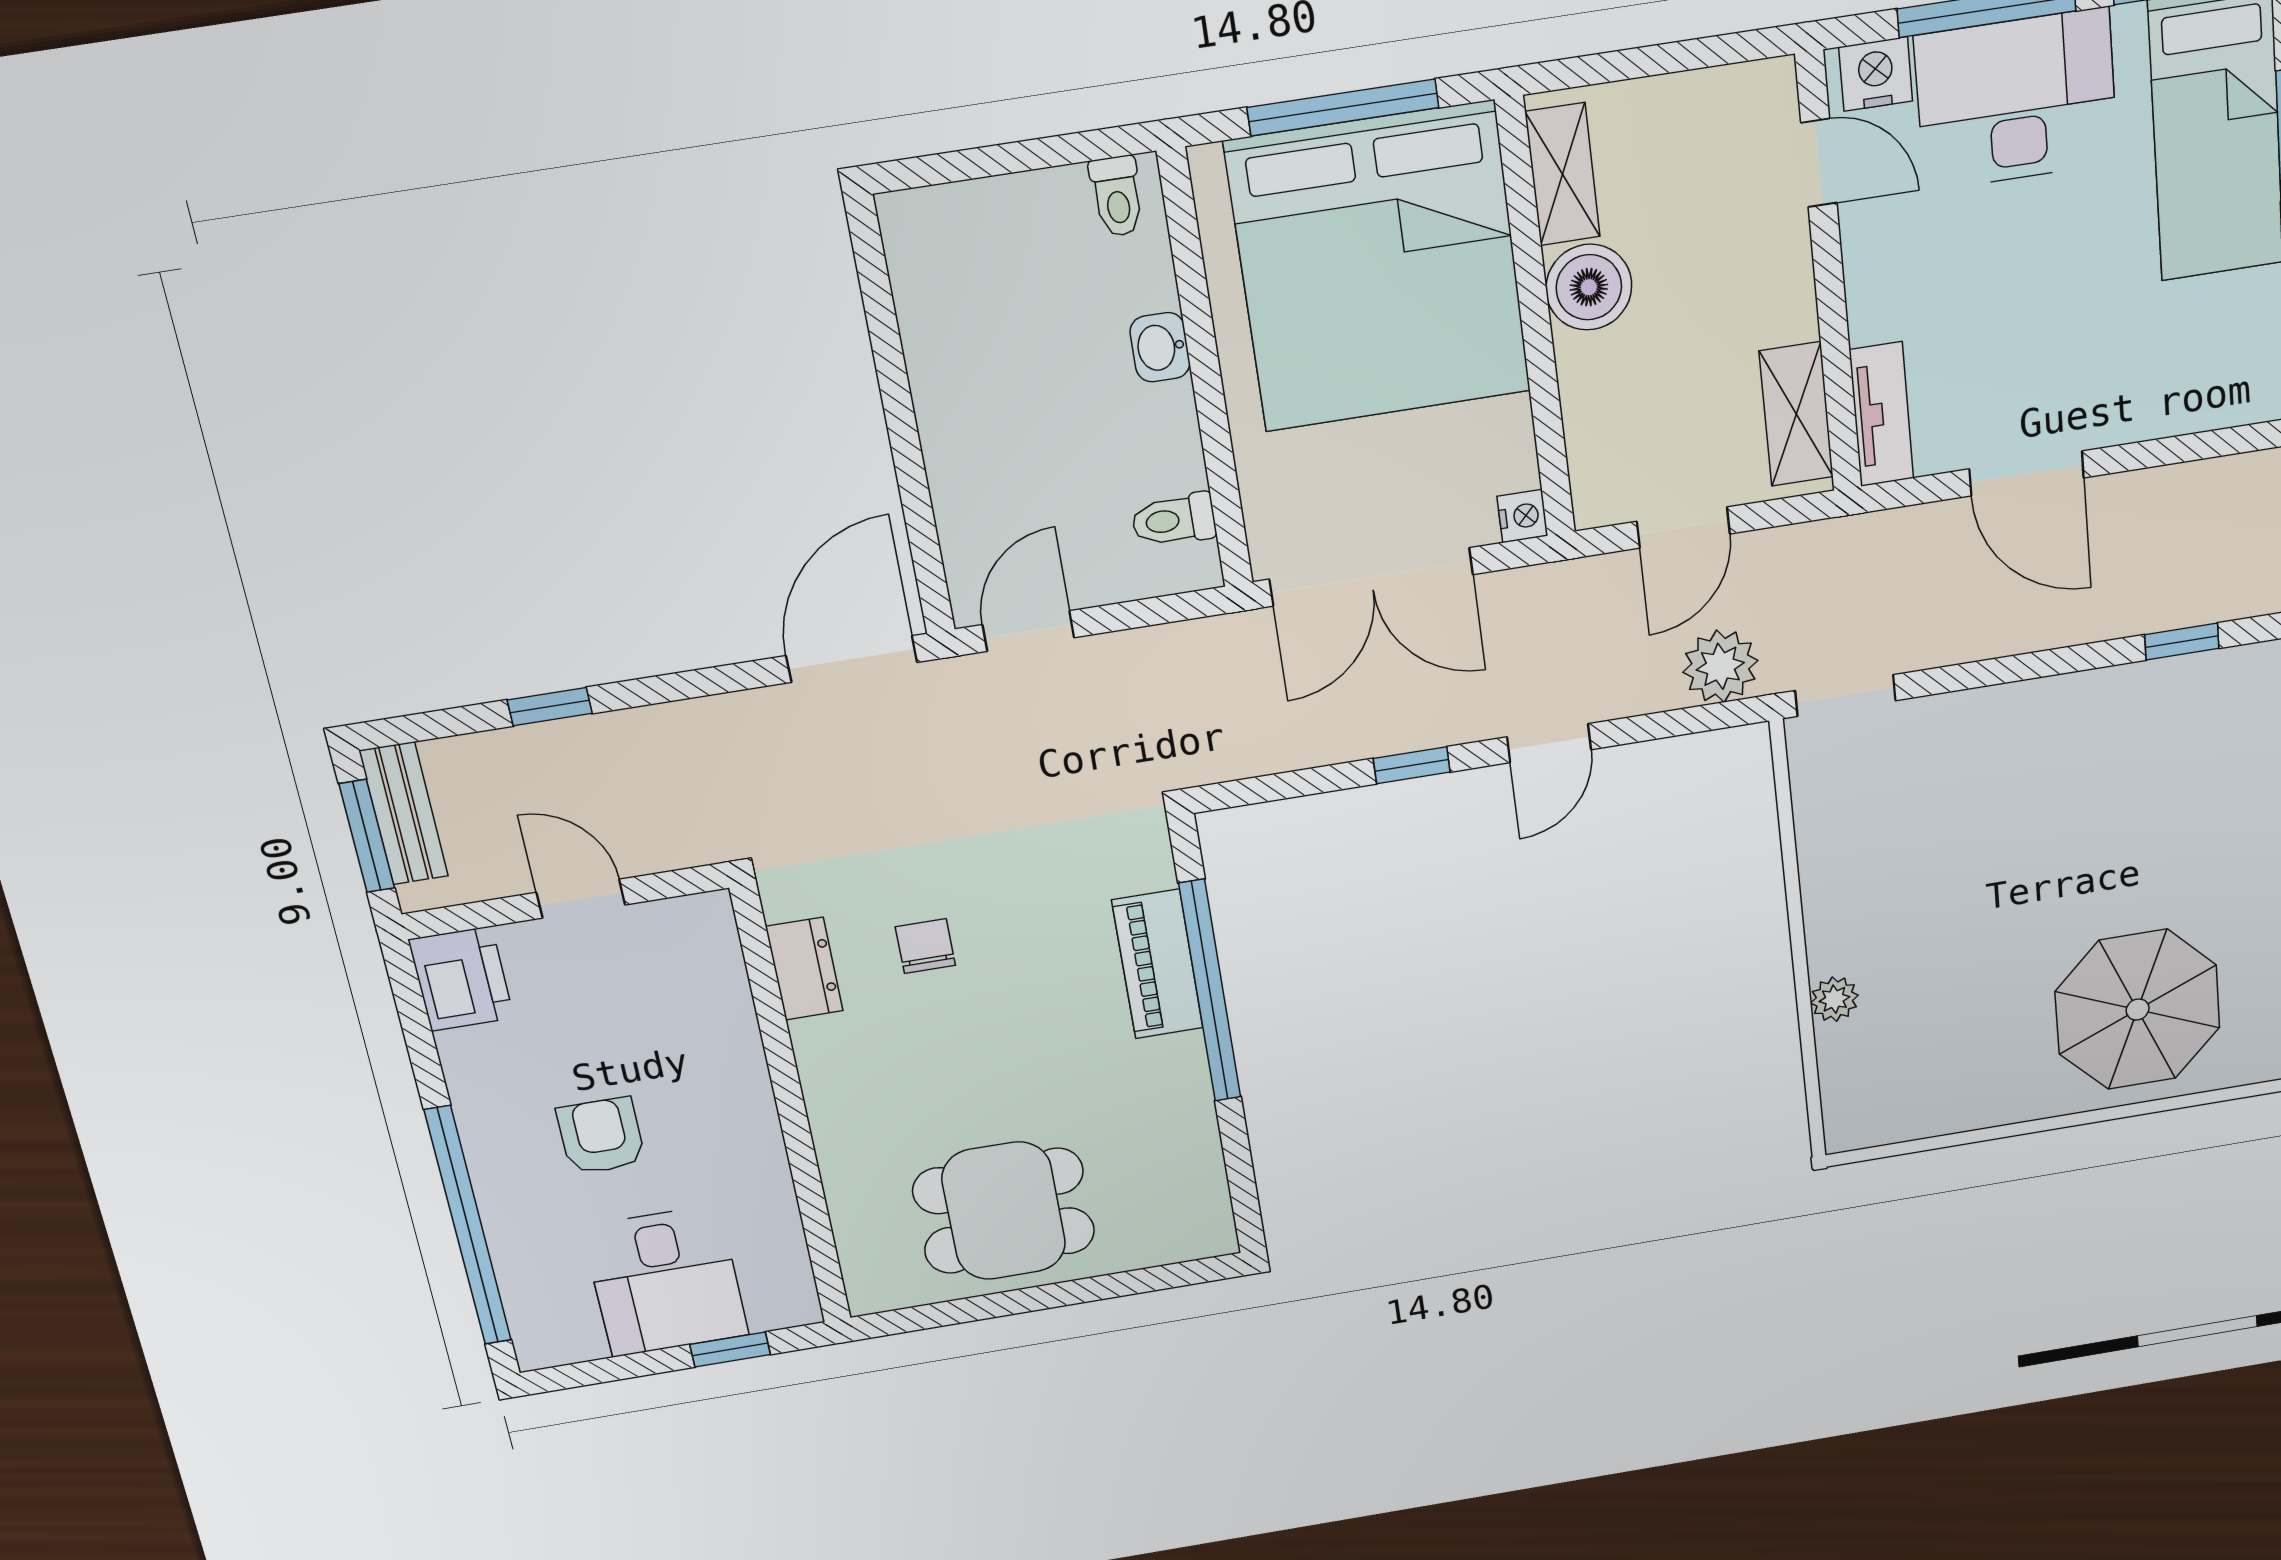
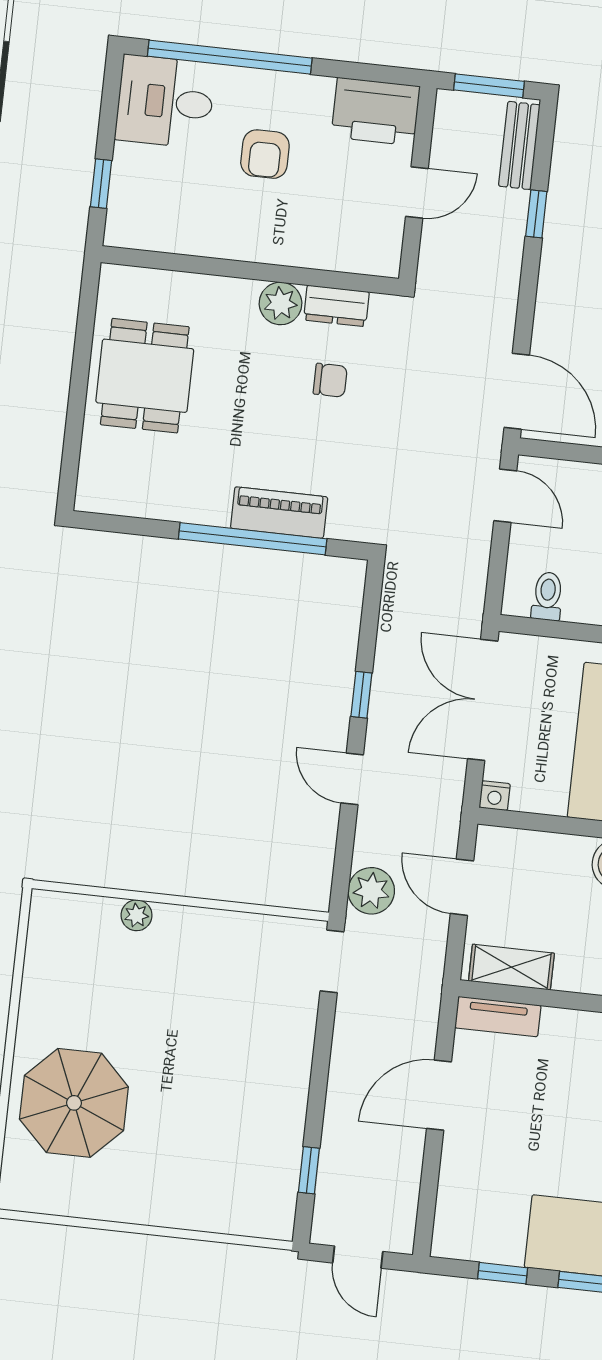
bench: (404, 814) -> (519, 145), moved, turned 90
printer: (461, 979) -> (376, 112), width x1.37, depth x1.19
plant: (828, 1051) -> (281, 303), added
armchair: (601, 1136) -> (265, 154), turned 90
desk: (666, 1281) -> (165, 102), moved

